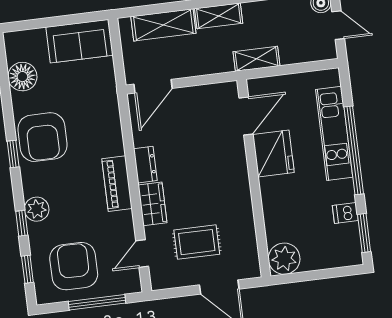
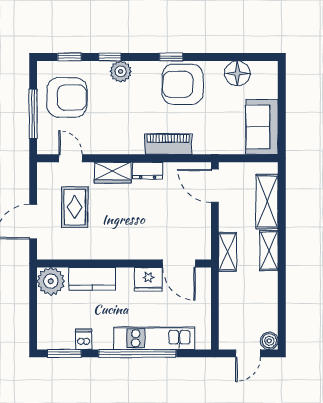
shelving: (257, 59) -> (227, 252), moved
fridge: (273, 154) -> (148, 279), width x0.73, depth x0.75
piano: (117, 184) -> (168, 144), moved
kitchen counter: (276, 212) -> (92, 279), added

